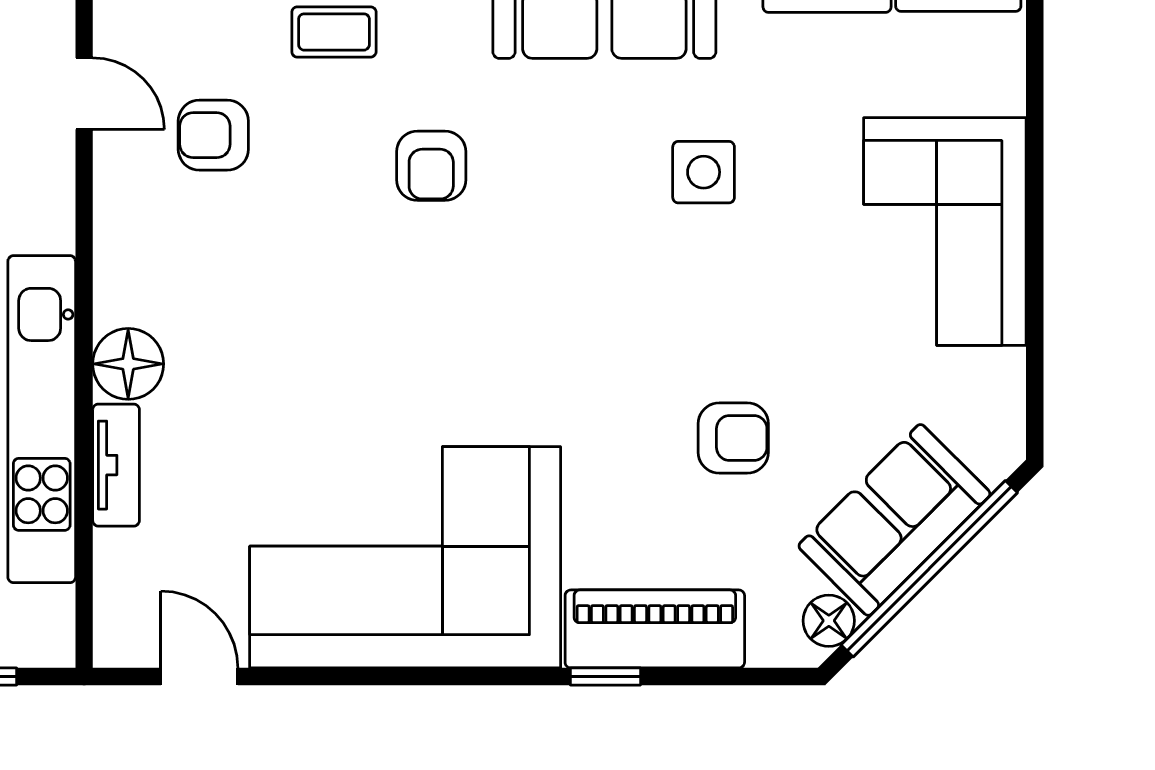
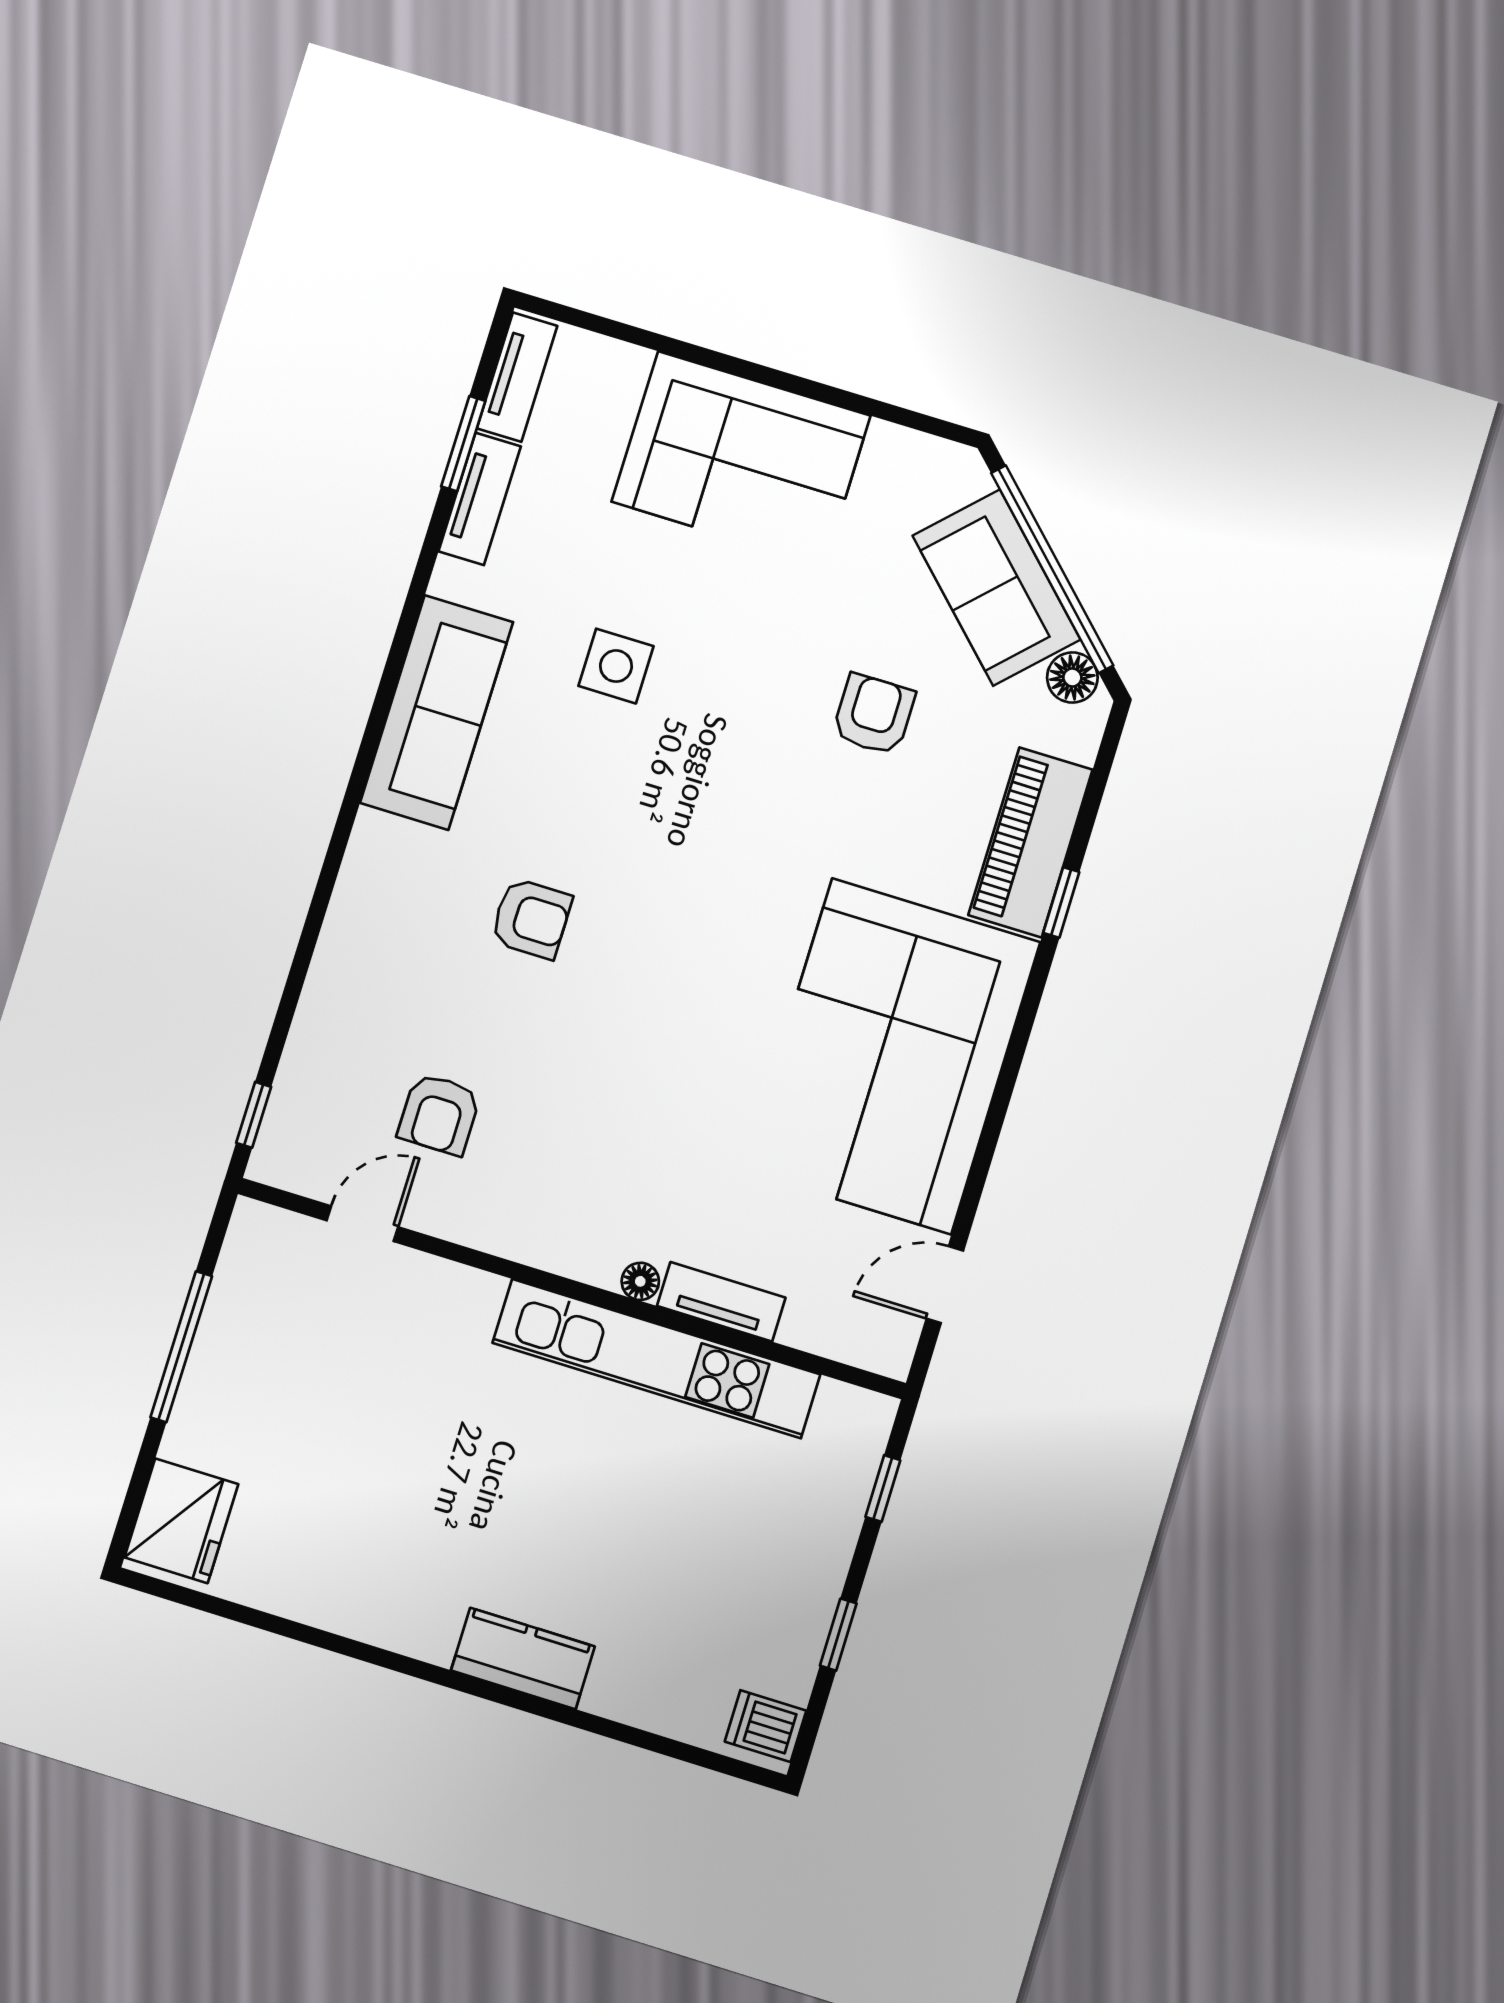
coffee table: (334, 32) -> (378, 971), removed
floor lamp: (128, 364) -> (640, 1281), width x0.53, depth x0.53

